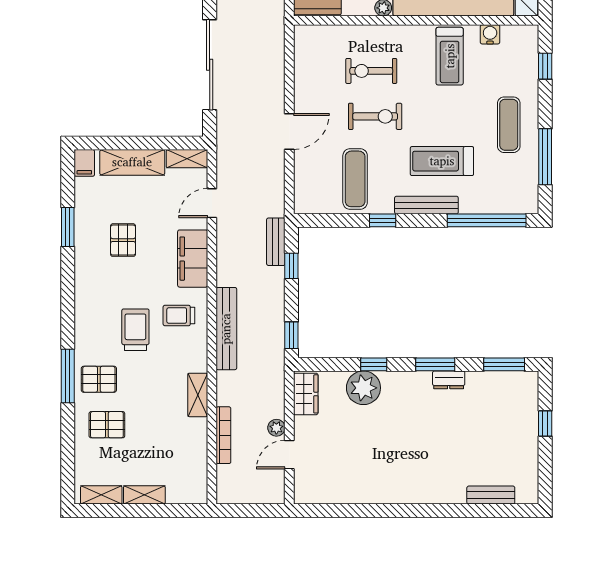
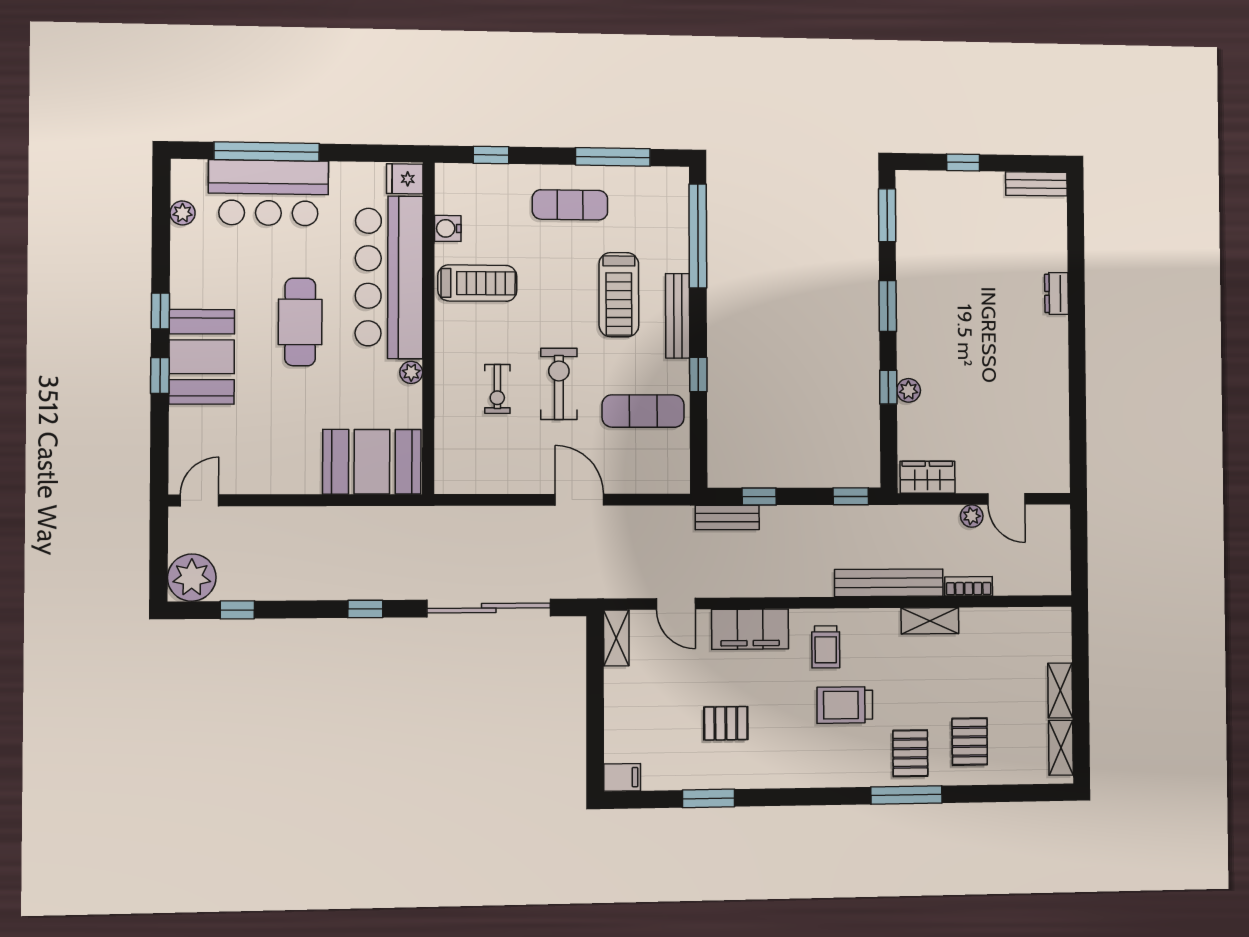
exercise bike: (371, 71) -> (497, 389), width x0.73, depth x0.72
shelving: (132, 162) -> (621, 712), removed
bench: (226, 329) -> (889, 583), moved
dresser: (449, 380) -> (1057, 293), moved, turned 180
plant: (363, 388) -> (909, 390), width x0.53, depth x0.53
bookcase: (223, 435) -> (969, 586), width x0.64
bench: (491, 495) -> (1036, 184), moved, turned 90

